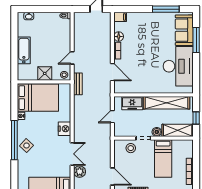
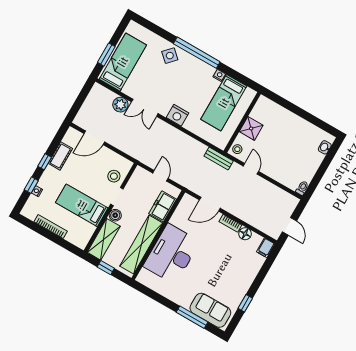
window: (166, 9) -> (245, 303), width x0.46
bathtub: (24, 50) -> (290, 120), removed
desk: (178, 66) -> (172, 254), moved, turned 90
bed: (38, 98) -> (224, 103), width x0.67
side table: (26, 146) -> (170, 56), moved

